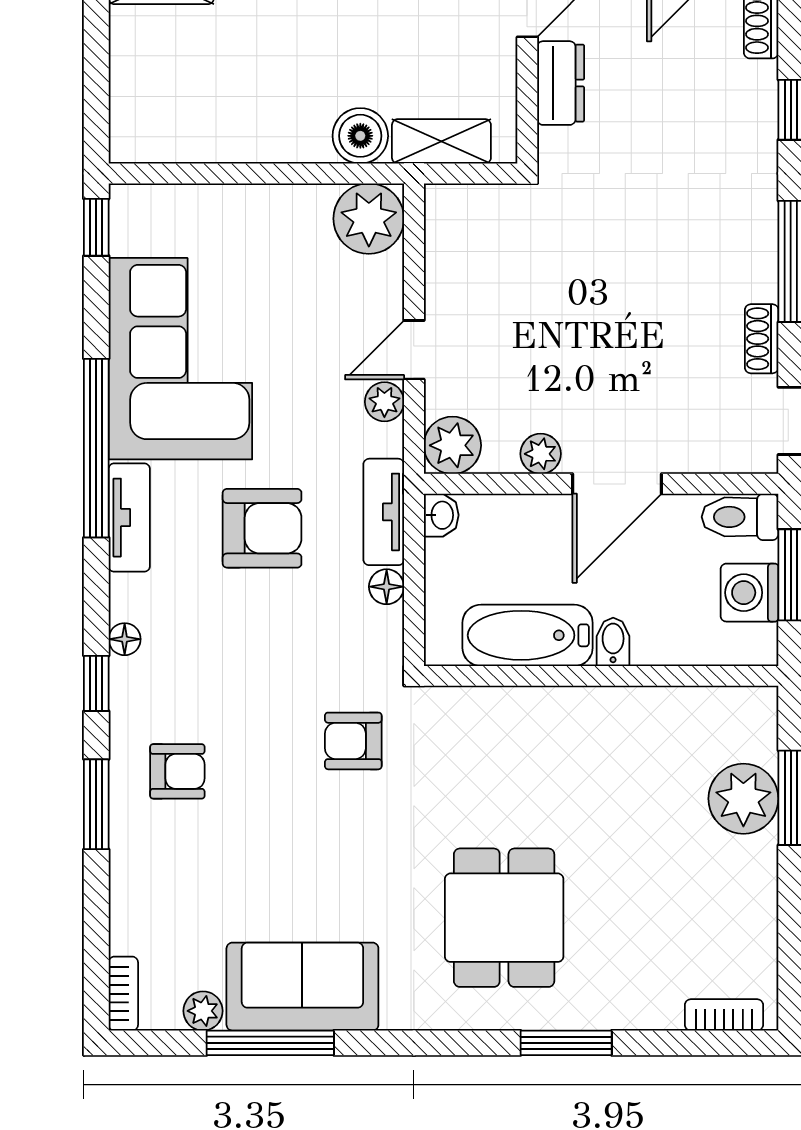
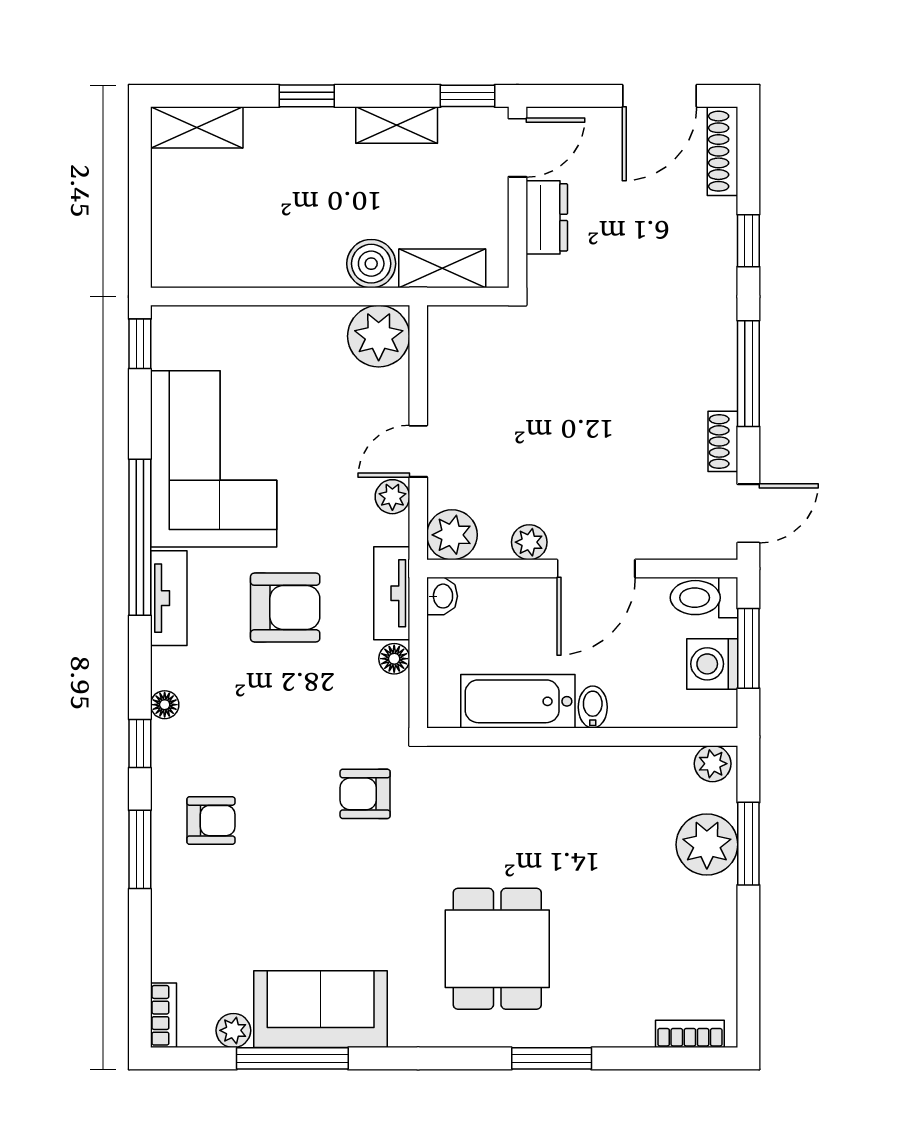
plant: (750, 706) -> (713, 764), added

